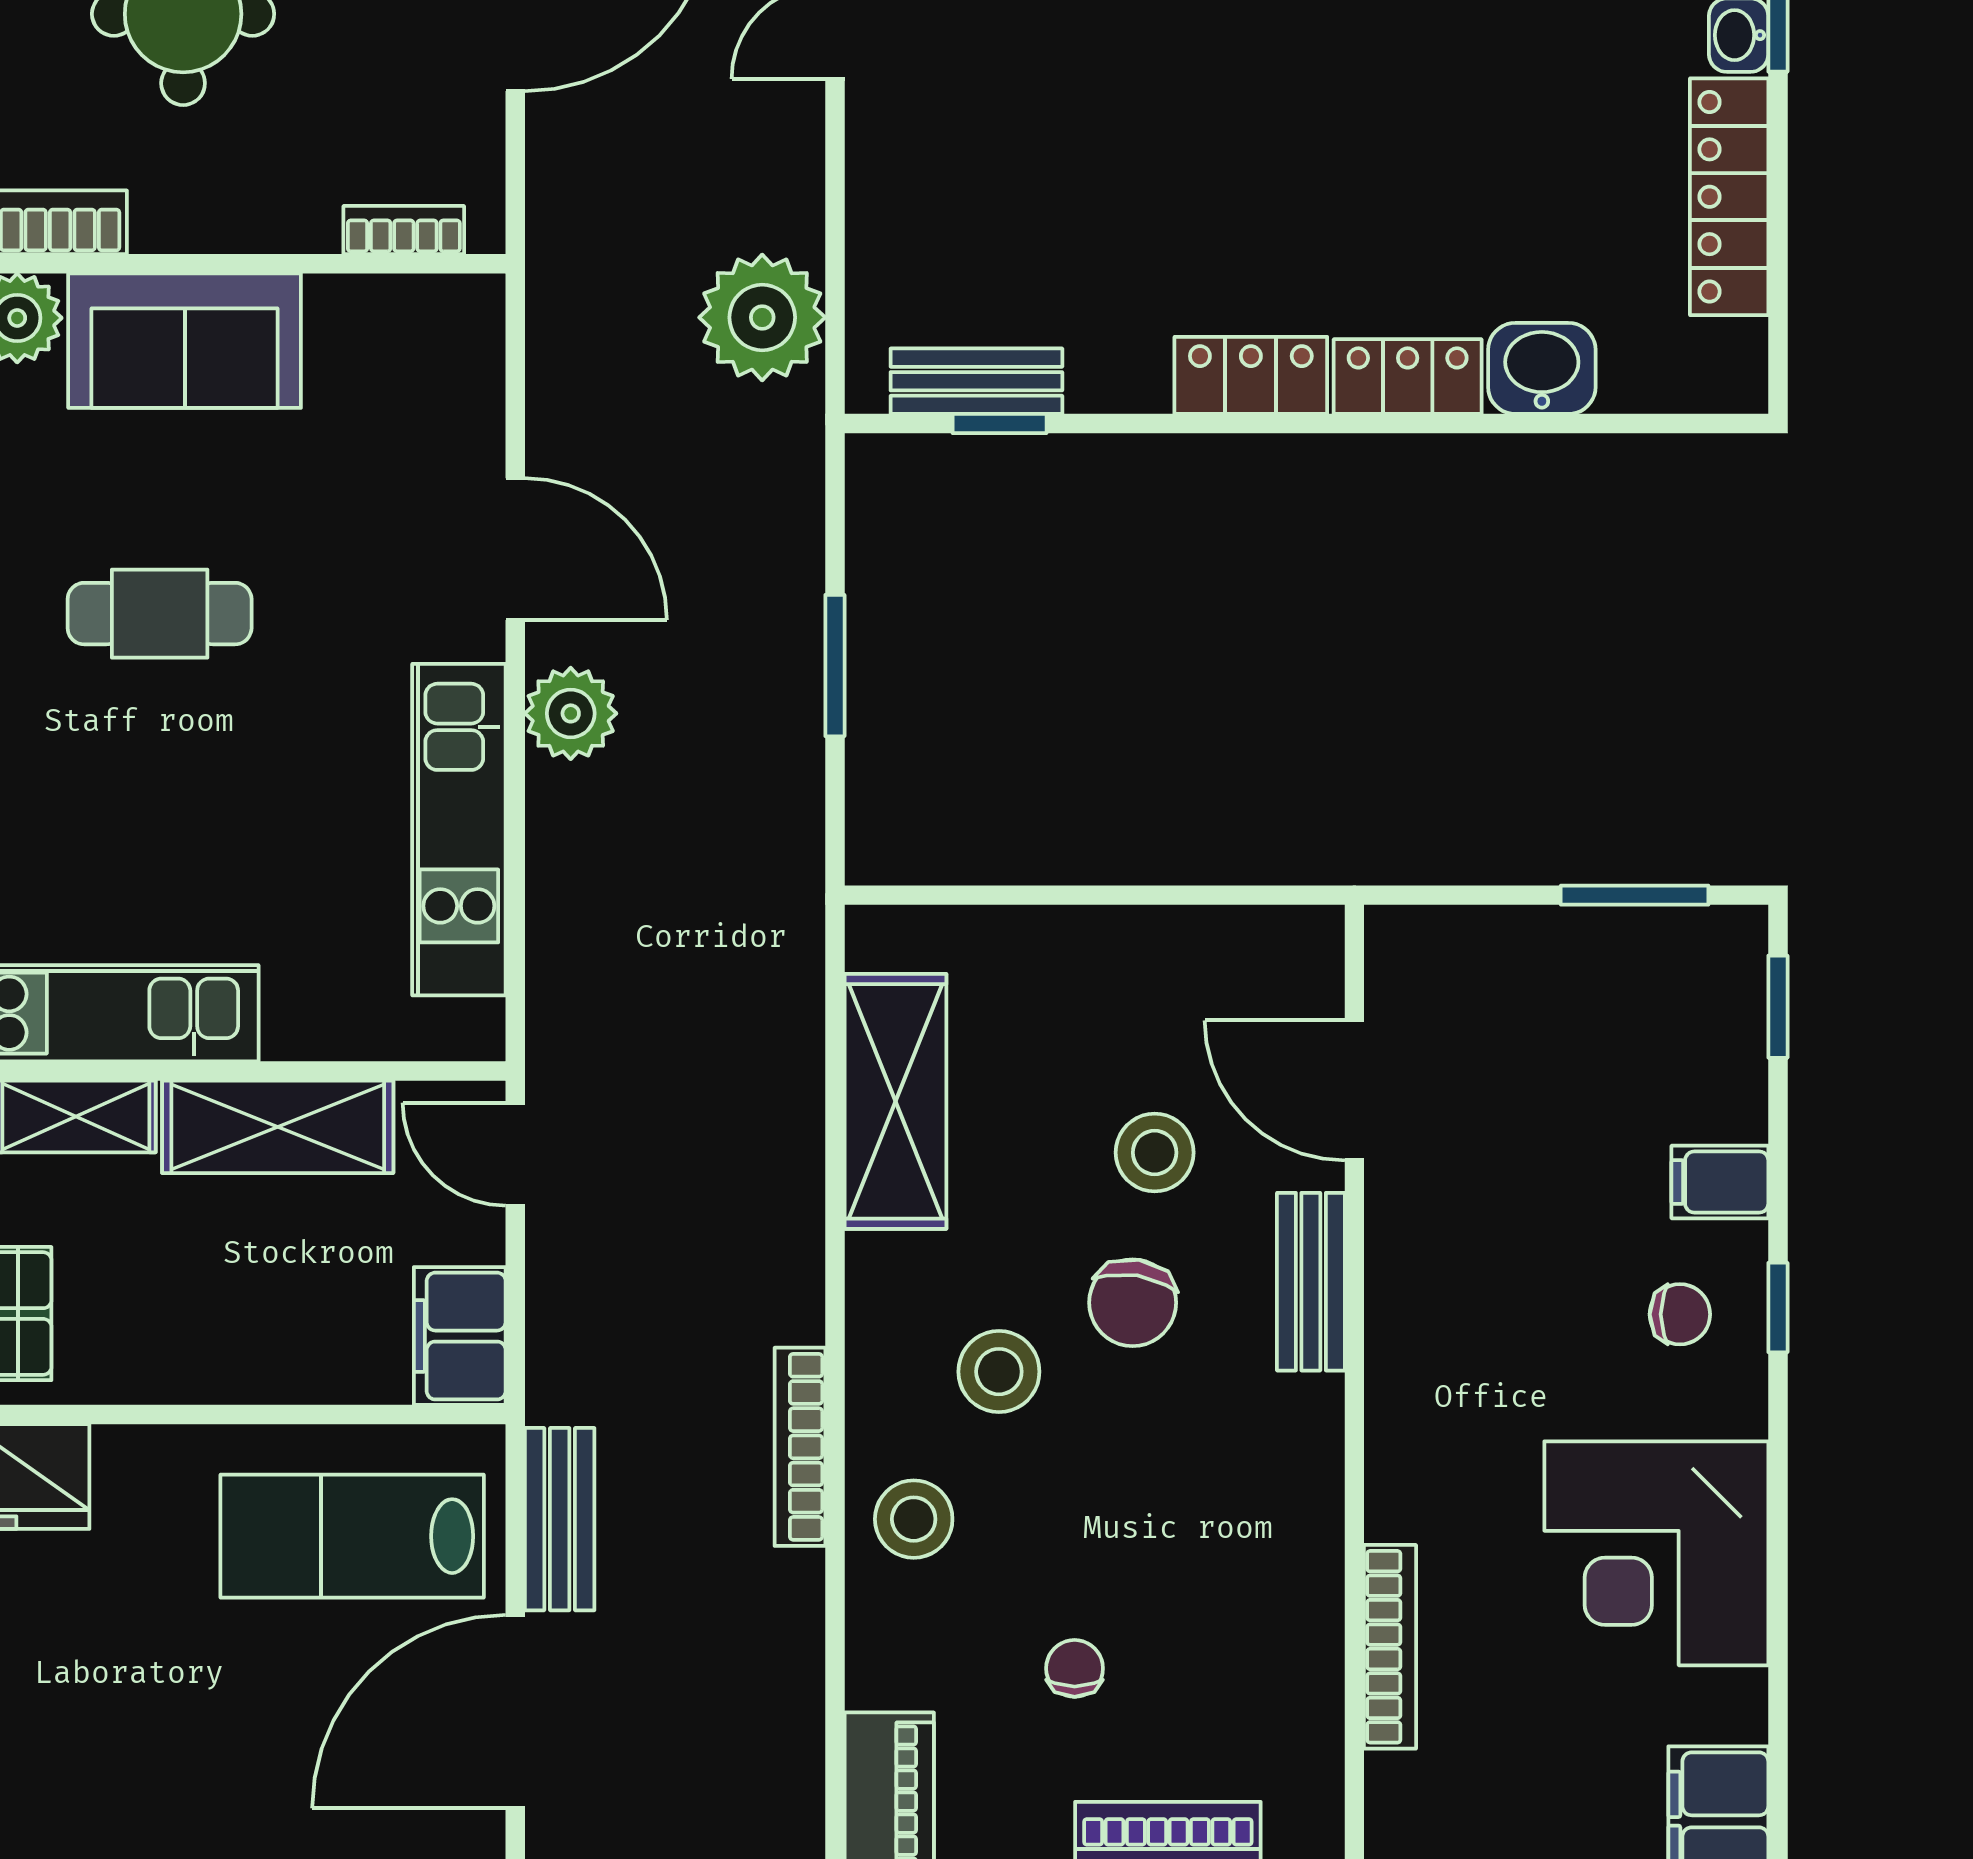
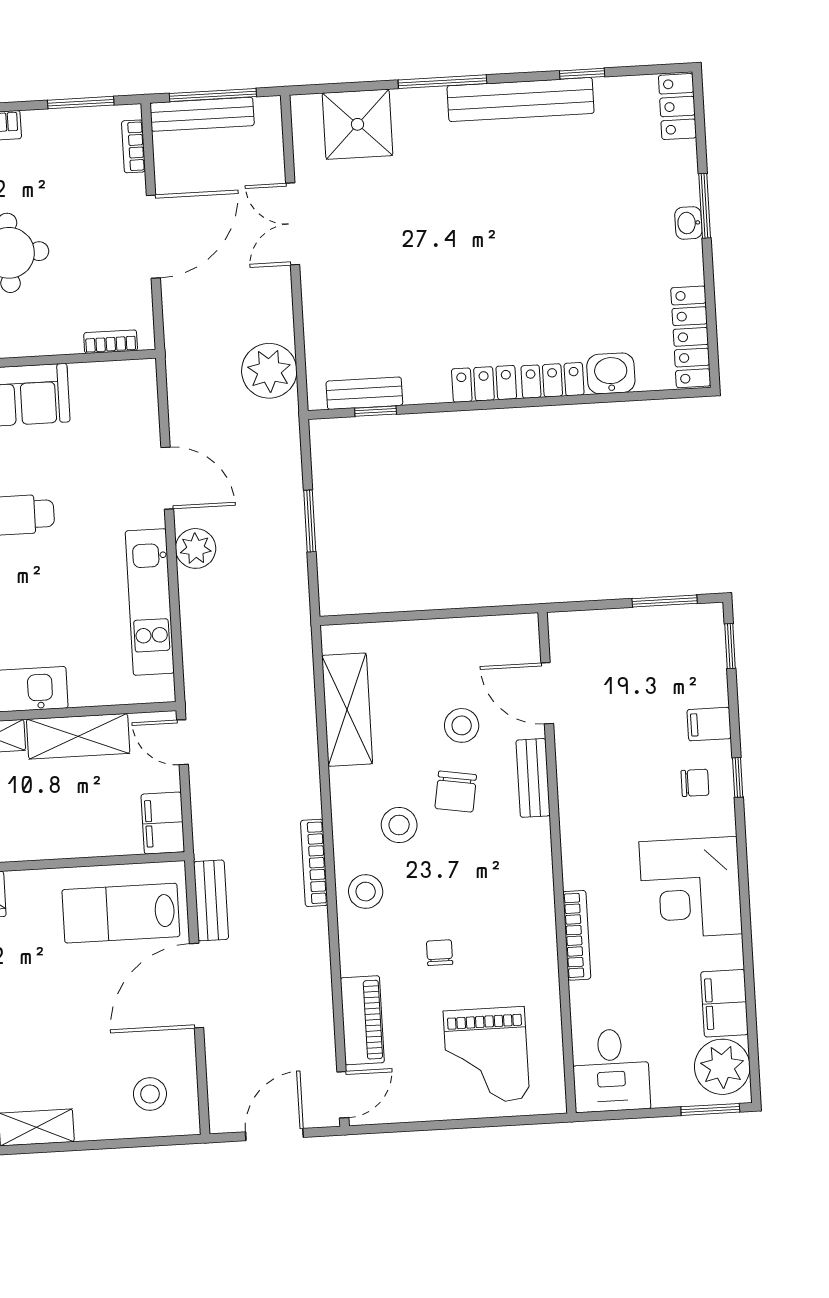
locker: (1729, 197) -> (691, 337), moved

